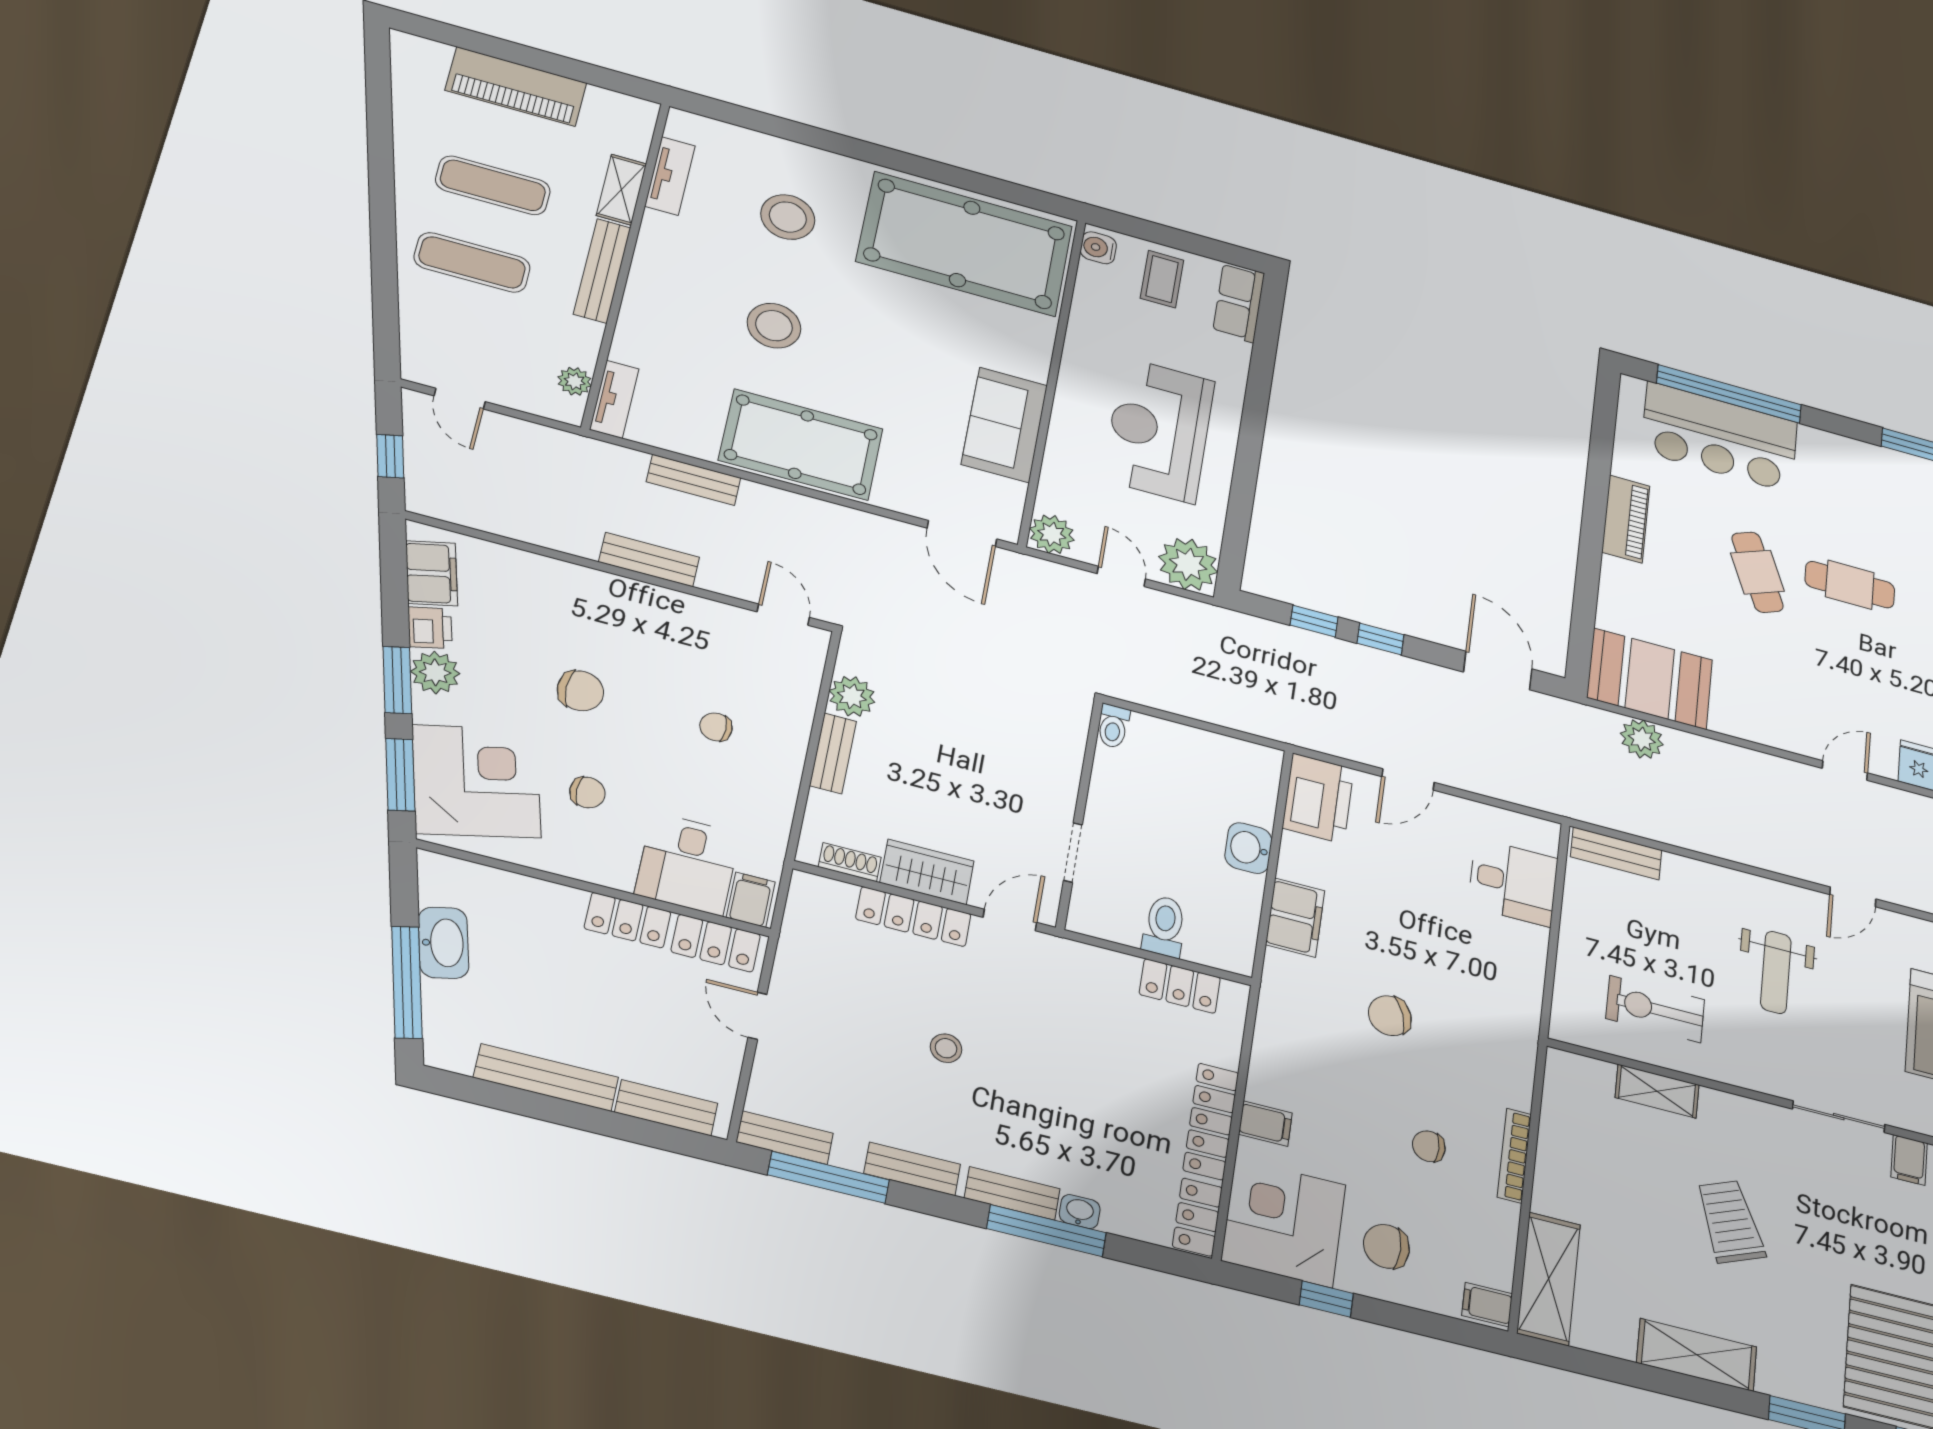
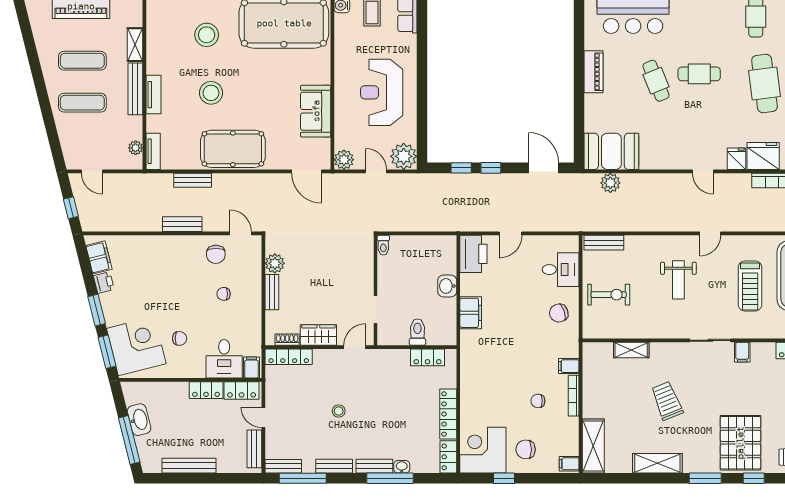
tv unit: (670, 176) -> (154, 95), moved
plant: (435, 672) -> (110, 302), removed
chair: (580, 691) -> (216, 254), moved, turned 90
door: (1845, 771) -> (703, 171), swing flipped
locker: (913, 917) -> (289, 357), moved
exercise bike: (1655, 1009) -> (609, 295), moved, turned 180
chair: (1390, 1016) -> (559, 313), moved
bench: (666, 1108) -> (254, 449), moved, turned 90
filing cabinet: (1265, 1124) -> (569, 366), moved, turned 180

